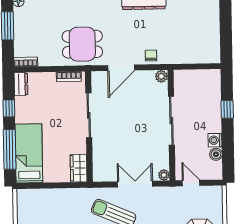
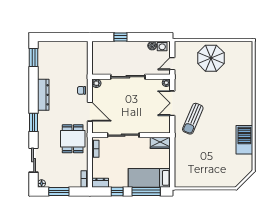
washing machine: (215, 140) -> (162, 46), moved

